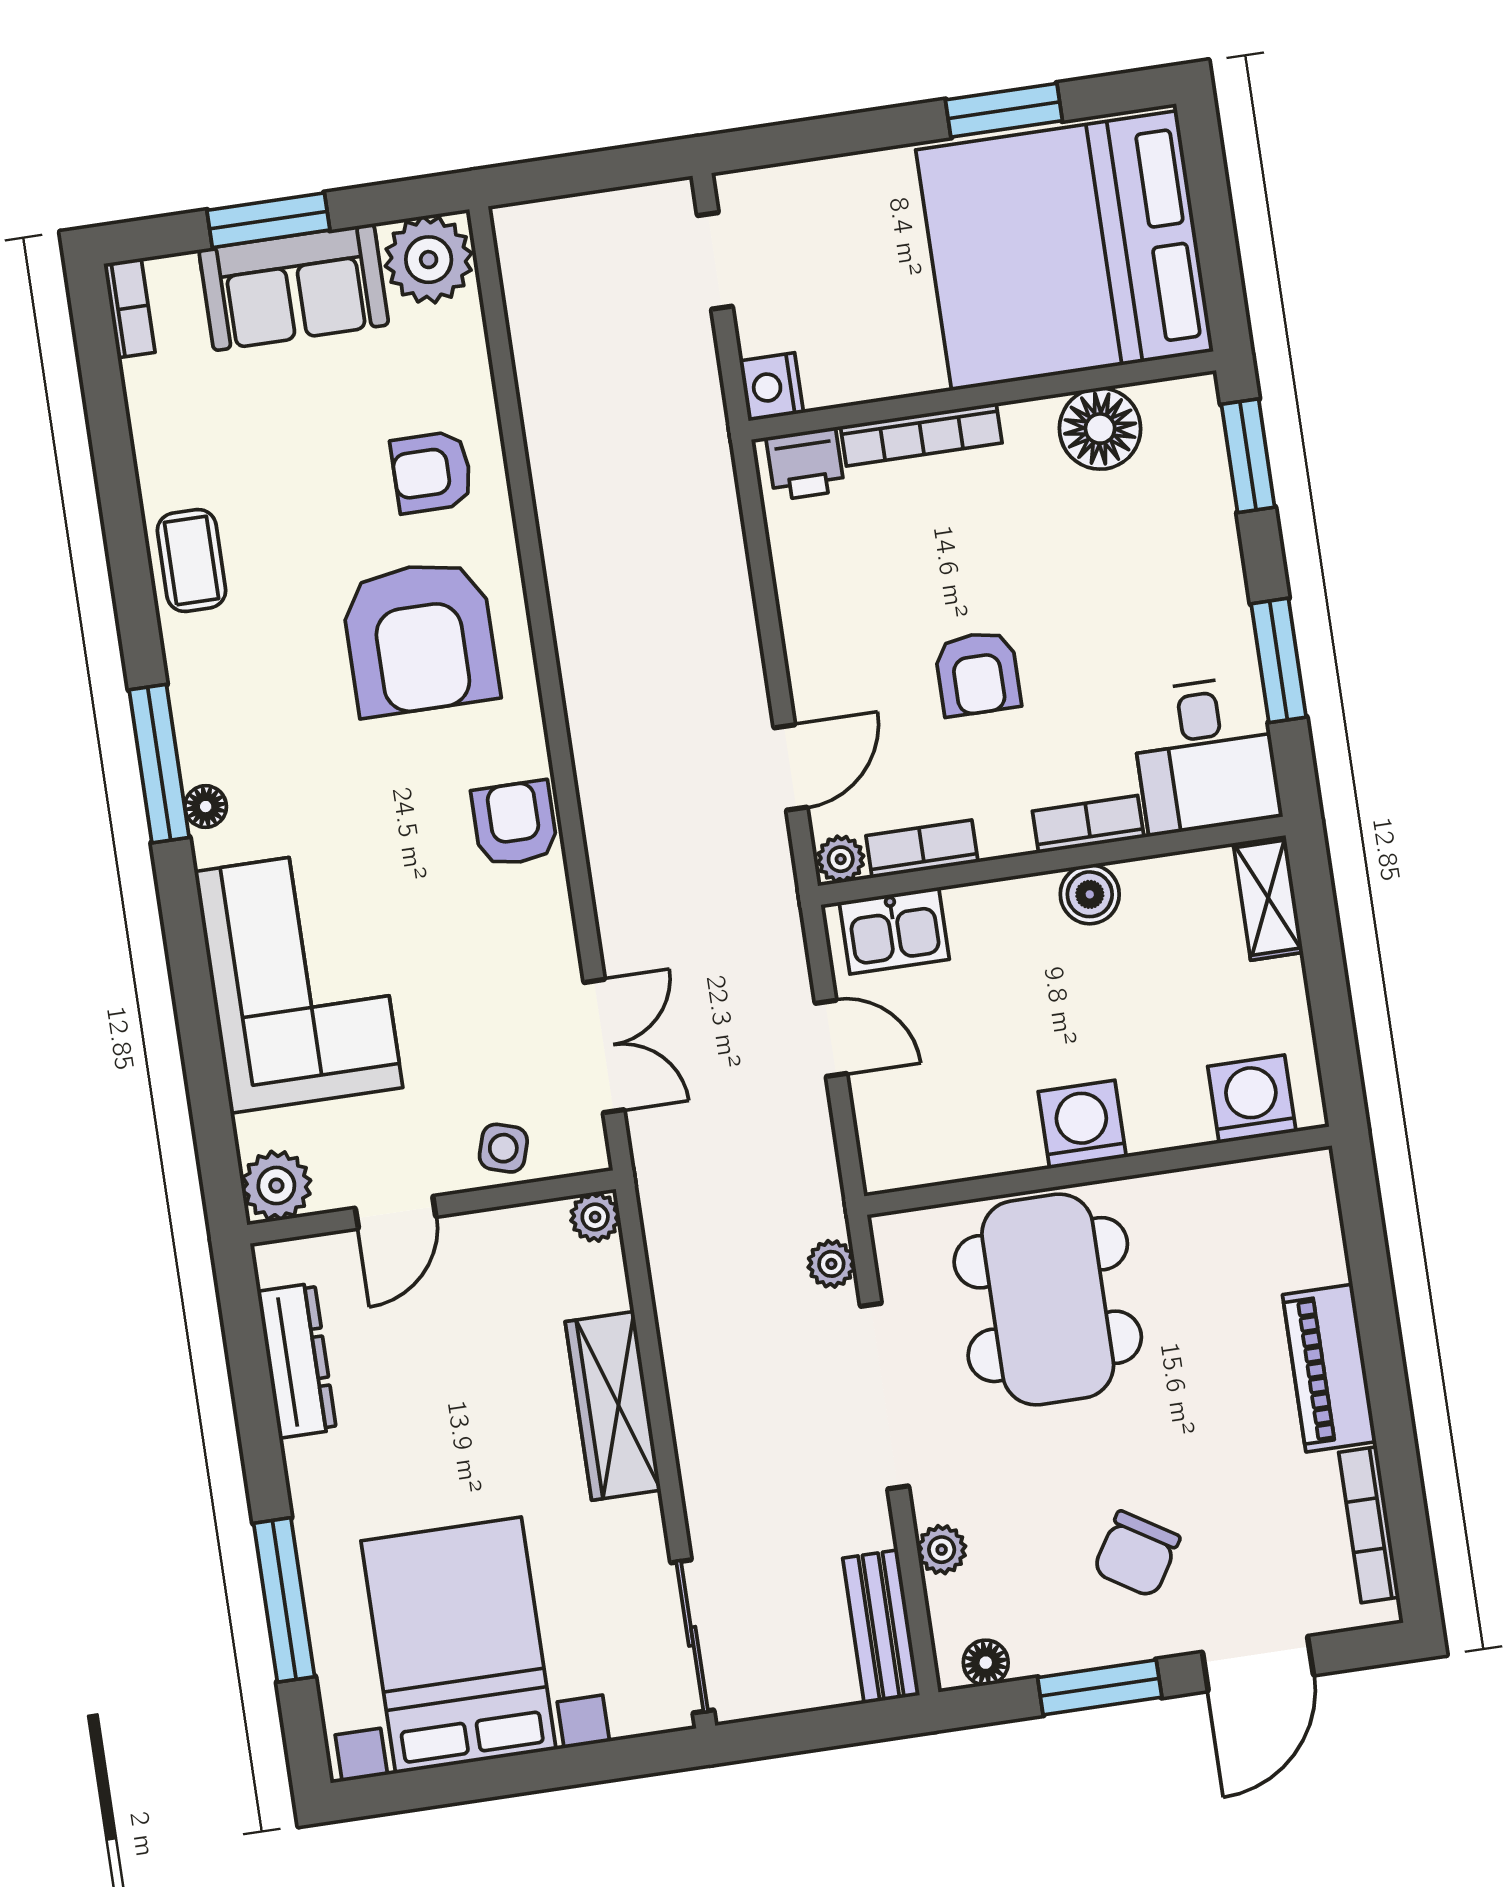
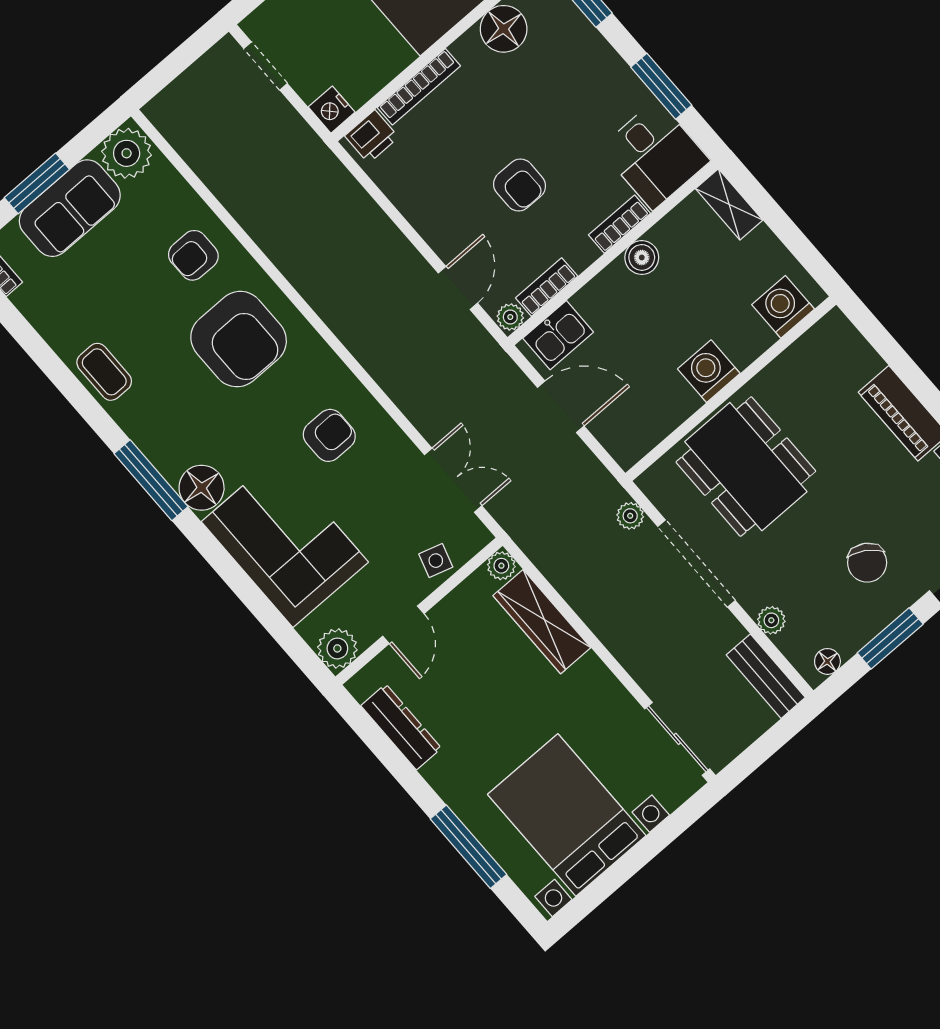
floor lamp: (206, 807) -> (202, 488), width x1.89, depth x1.89
armchair: (515, 823) -> (329, 435), moved, turned 90
door: (831, 1038) -> (561, 407), width x1.37
wardrobe: (613, 1406) -> (542, 622), moved

